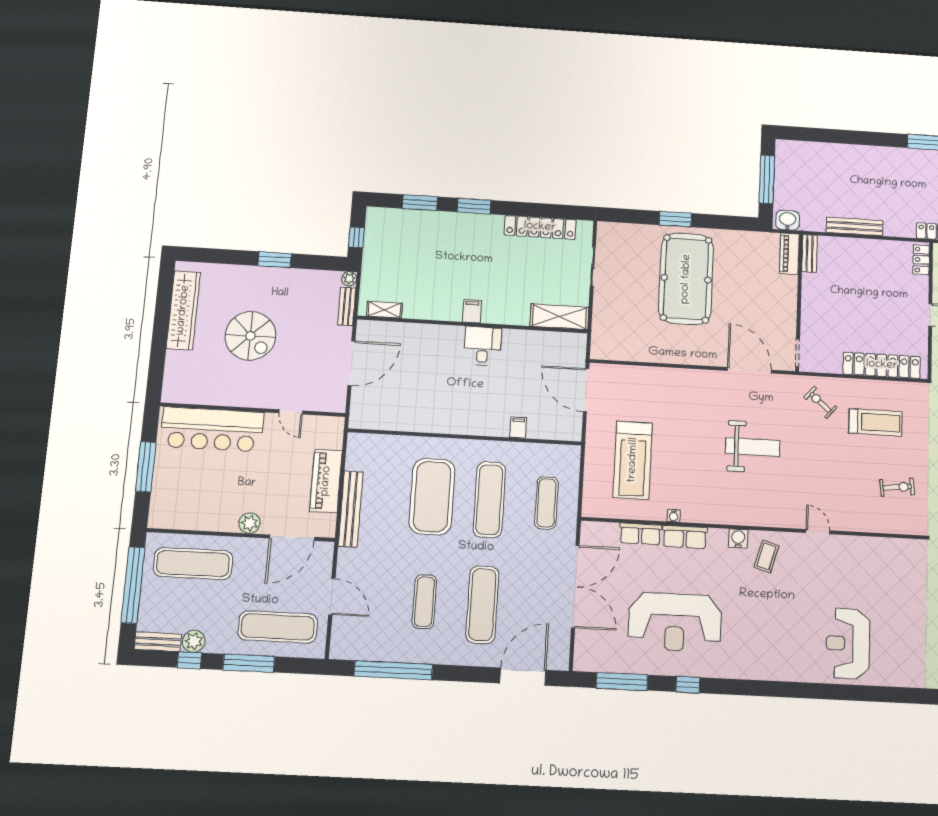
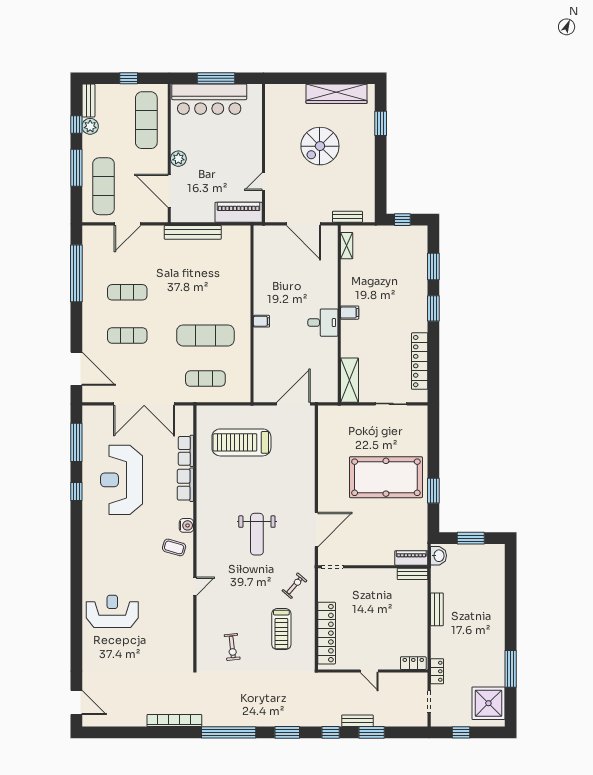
window: (767, 179) -> (471, 538), width x0.69
window: (675, 219) -> (433, 491), moved
bench: (855, 226) -> (437, 609), width x0.73
window: (275, 260) -> (381, 123), moved
plant: (349, 279) -> (369, 217), removed
filing cabinet: (518, 428) -> (261, 321), moved
bar counter: (212, 429) -> (209, 99), moved, turned -90
piano: (326, 481) -> (239, 212), moved
exercise mat: (432, 497) -> (205, 292), removed
water cooler: (674, 516) -> (201, 476), removed
window: (133, 585) -> (129, 78), width x0.32
exercise mat: (482, 605) -> (127, 335), width x0.73, depth x0.69

